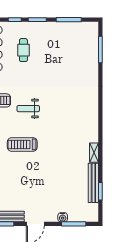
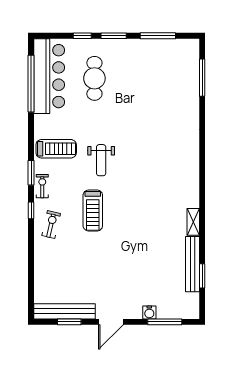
cafe table: (23, 50) -> (94, 78), width x1.37, depth x1.35
weight bench: (28, 109) -> (101, 160), turned -90
treadmill: (22, 144) -> (93, 210), turned -90

